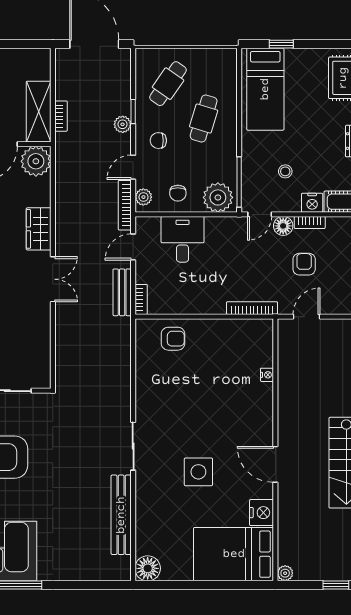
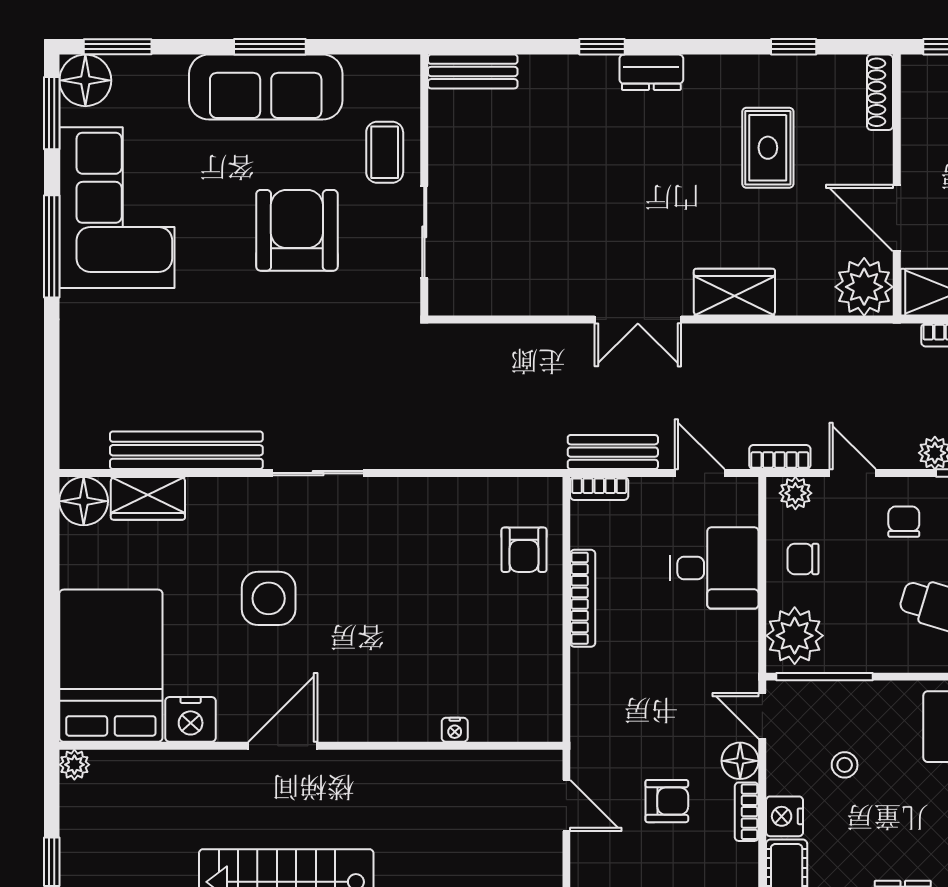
bookcase: (125, 205) -> (780, 457), width x0.64
bookcase: (252, 308) -> (583, 598), moved
wardrobe: (146, 535) -> (148, 498), added

